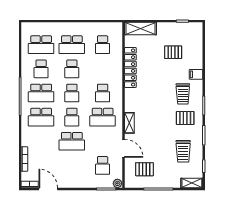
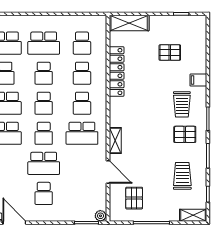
school desk: (103, 69) -> (82, 73), added
trolley: (183, 151) -> (182, 176), turned 180
school desk: (103, 165) -> (44, 193), moved
pallet: (144, 169) -> (134, 198), turned 90

